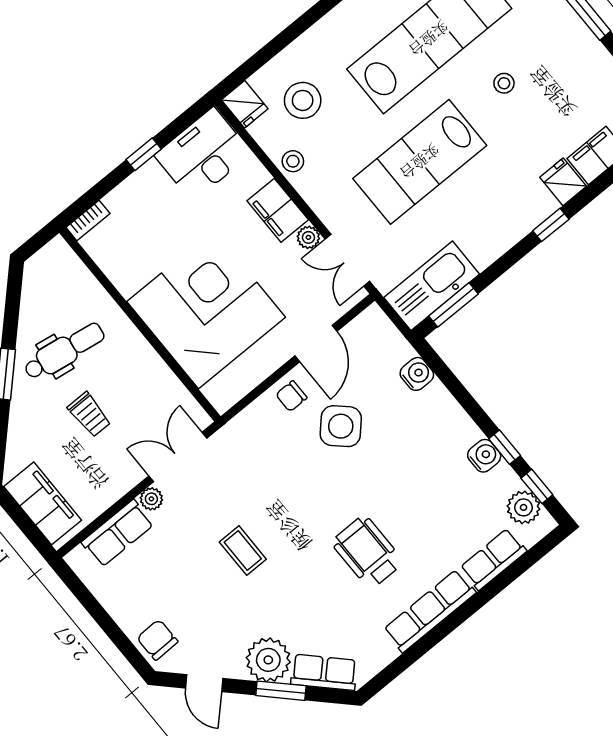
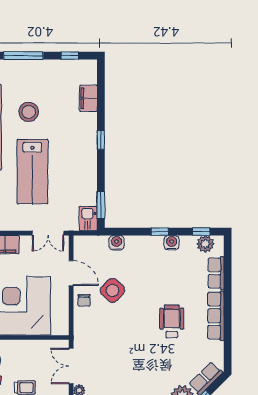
stool: (504, 83) -> (29, 112), width x1.89, depth x1.89
fridge: (563, 182) -> (88, 121), removed
plant: (308, 237) -> (26, 241), removed
kitchen sink: (432, 286) -> (88, 218), width x0.53, depth x0.81
window: (505, 447) -> (160, 232), moved
coffee table: (243, 551) -> (130, 371), removed
wheelchair: (367, 552) -> (172, 321), turned 90

